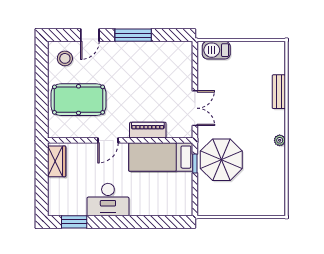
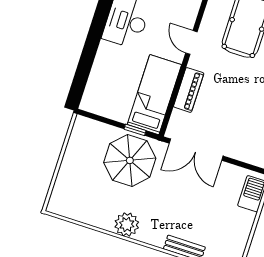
double door: (195, 108) -> (196, 150), width x1.37
plant: (280, 140) -> (127, 224), width x1.87, depth x1.87

